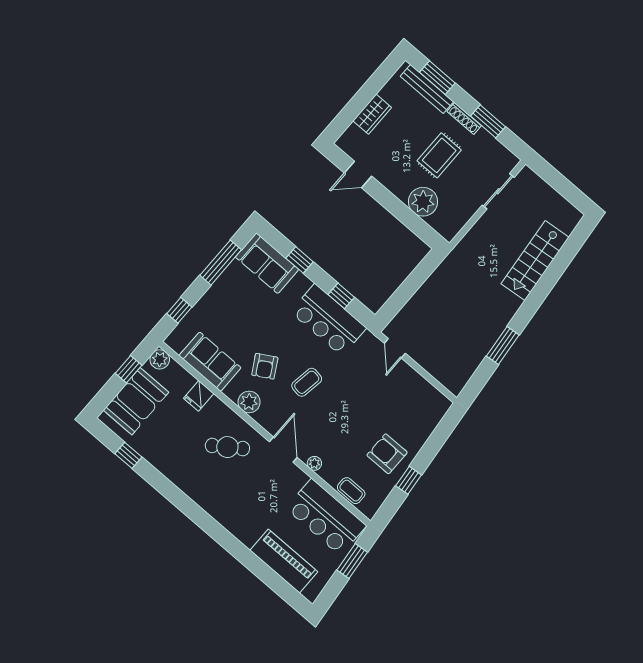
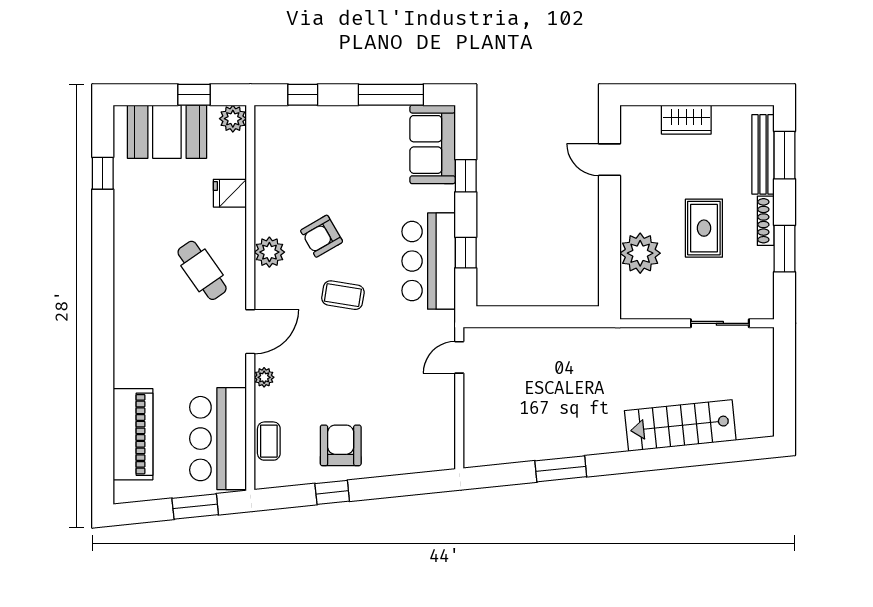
rug: (439, 155) -> (704, 228), turned 90
sofa: (210, 362) -> (276, 174), removed

